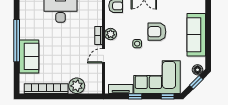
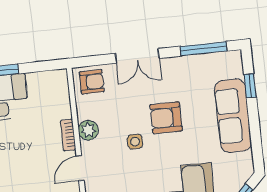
window: (208, 18) -> (250, 86), added
floor lamp: (198, 70) -> (242, 175), removed

